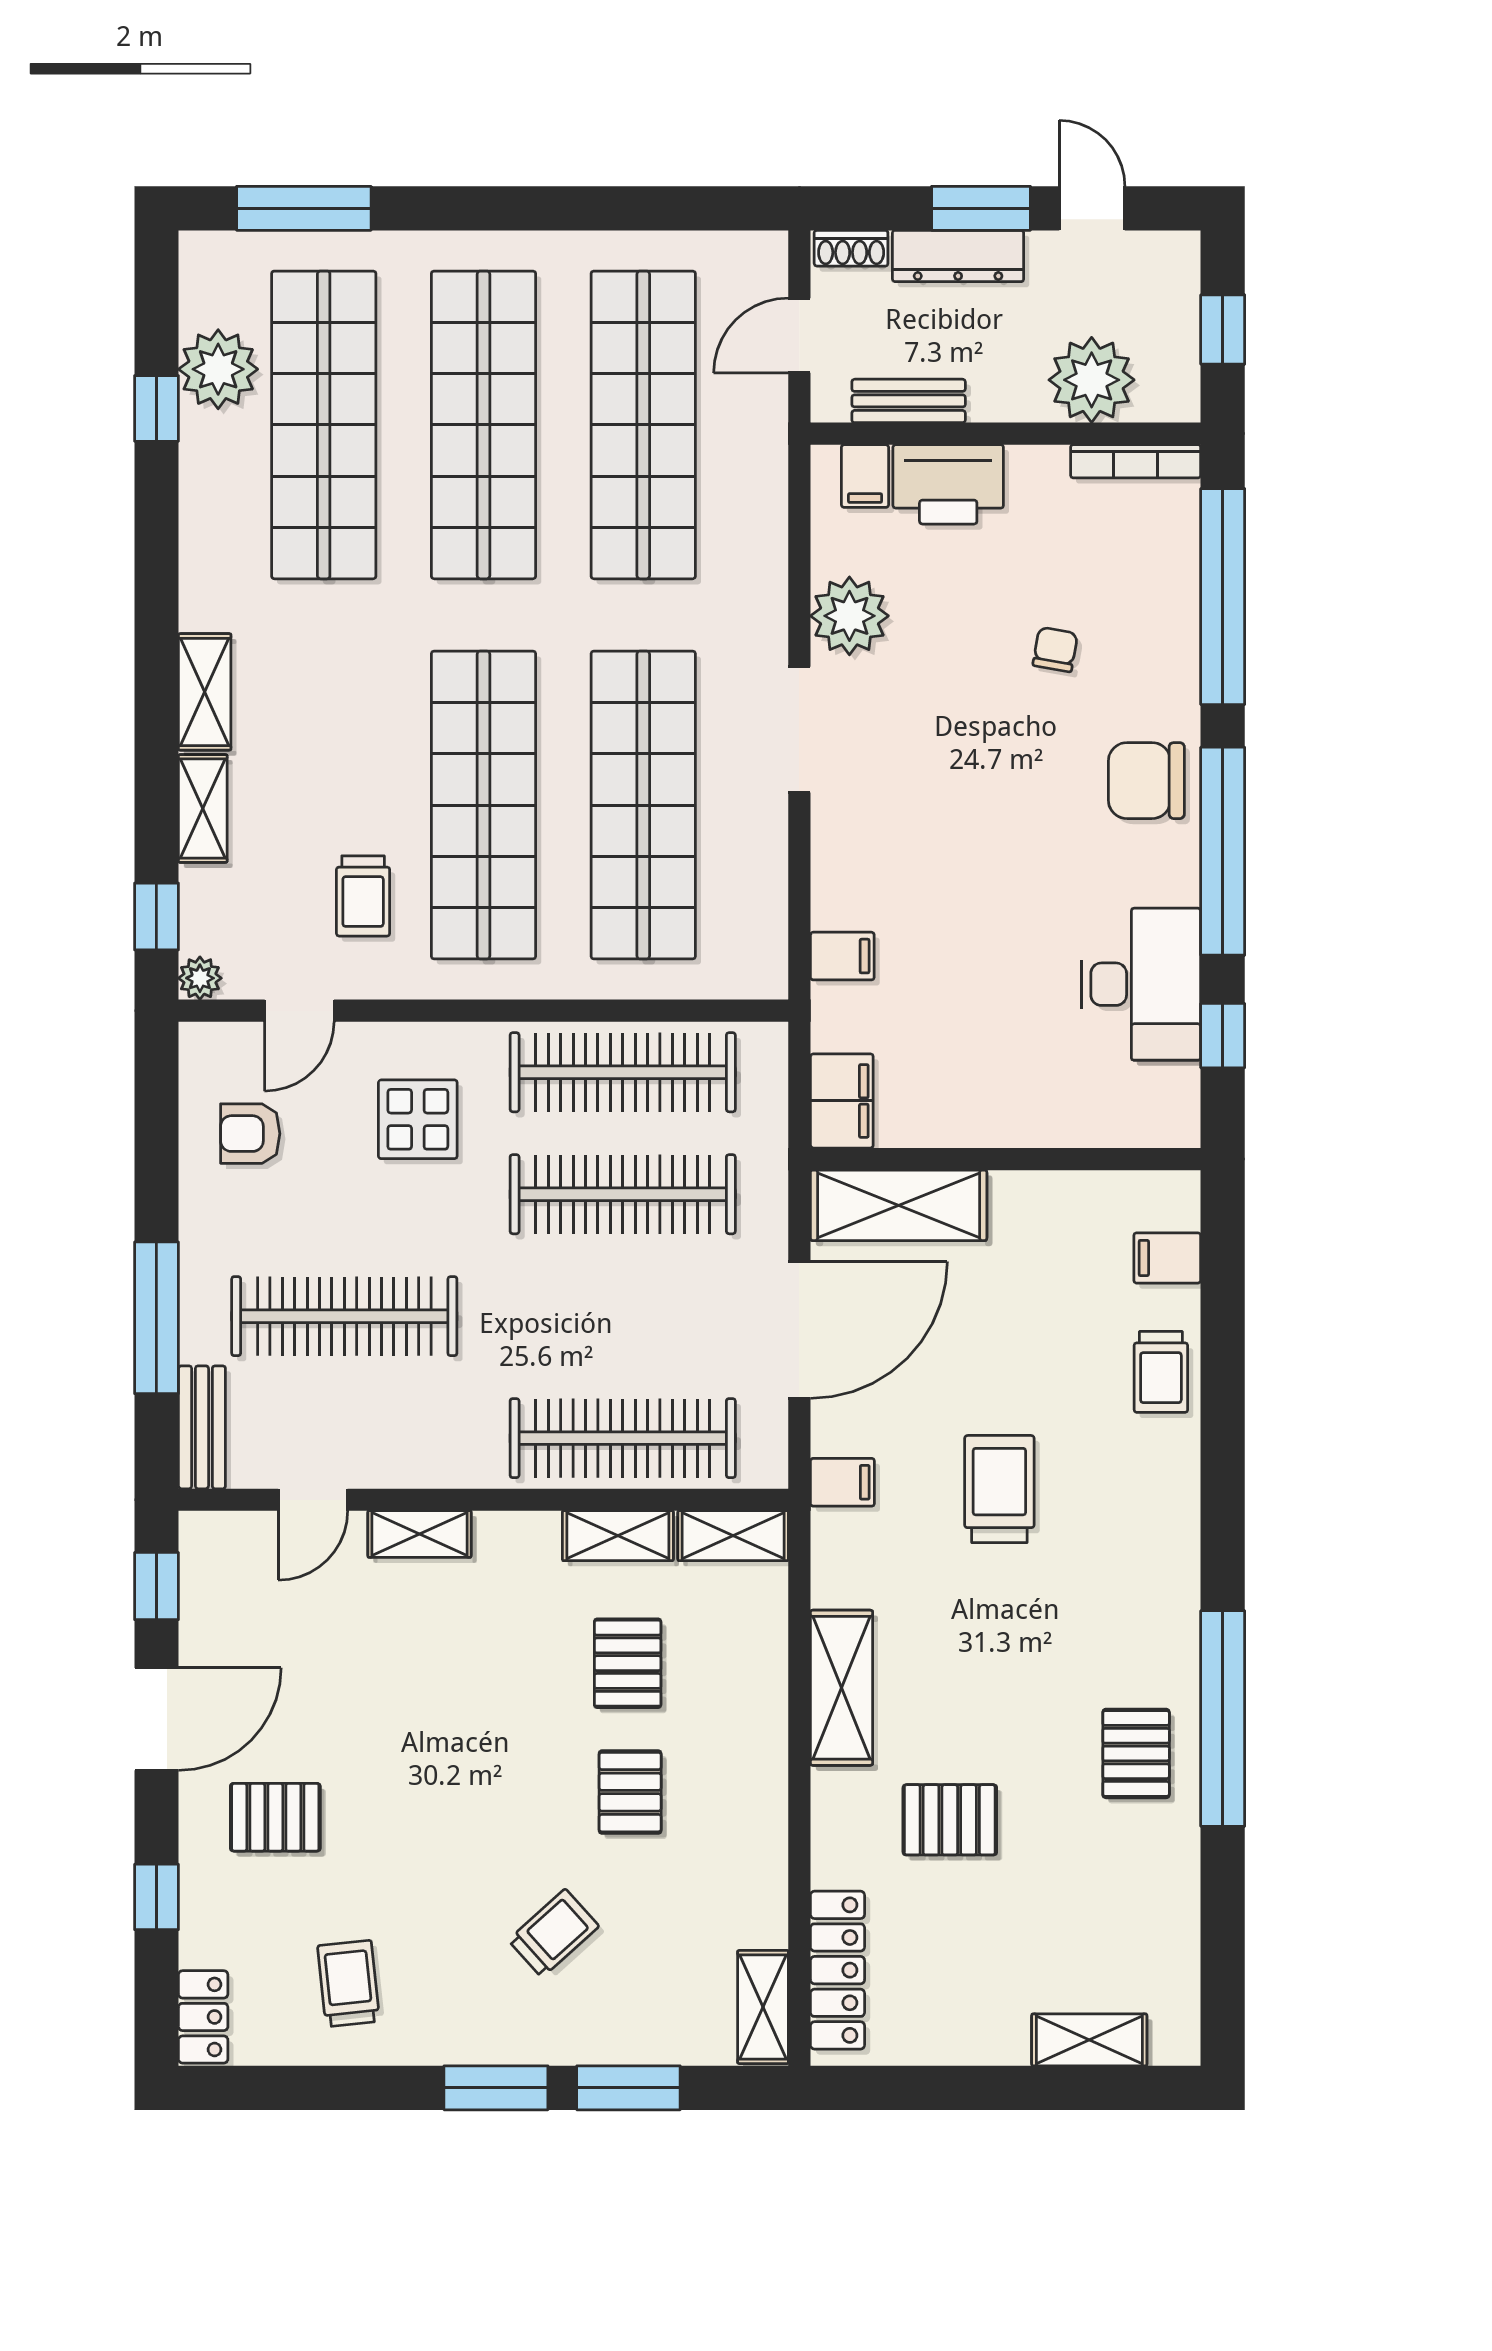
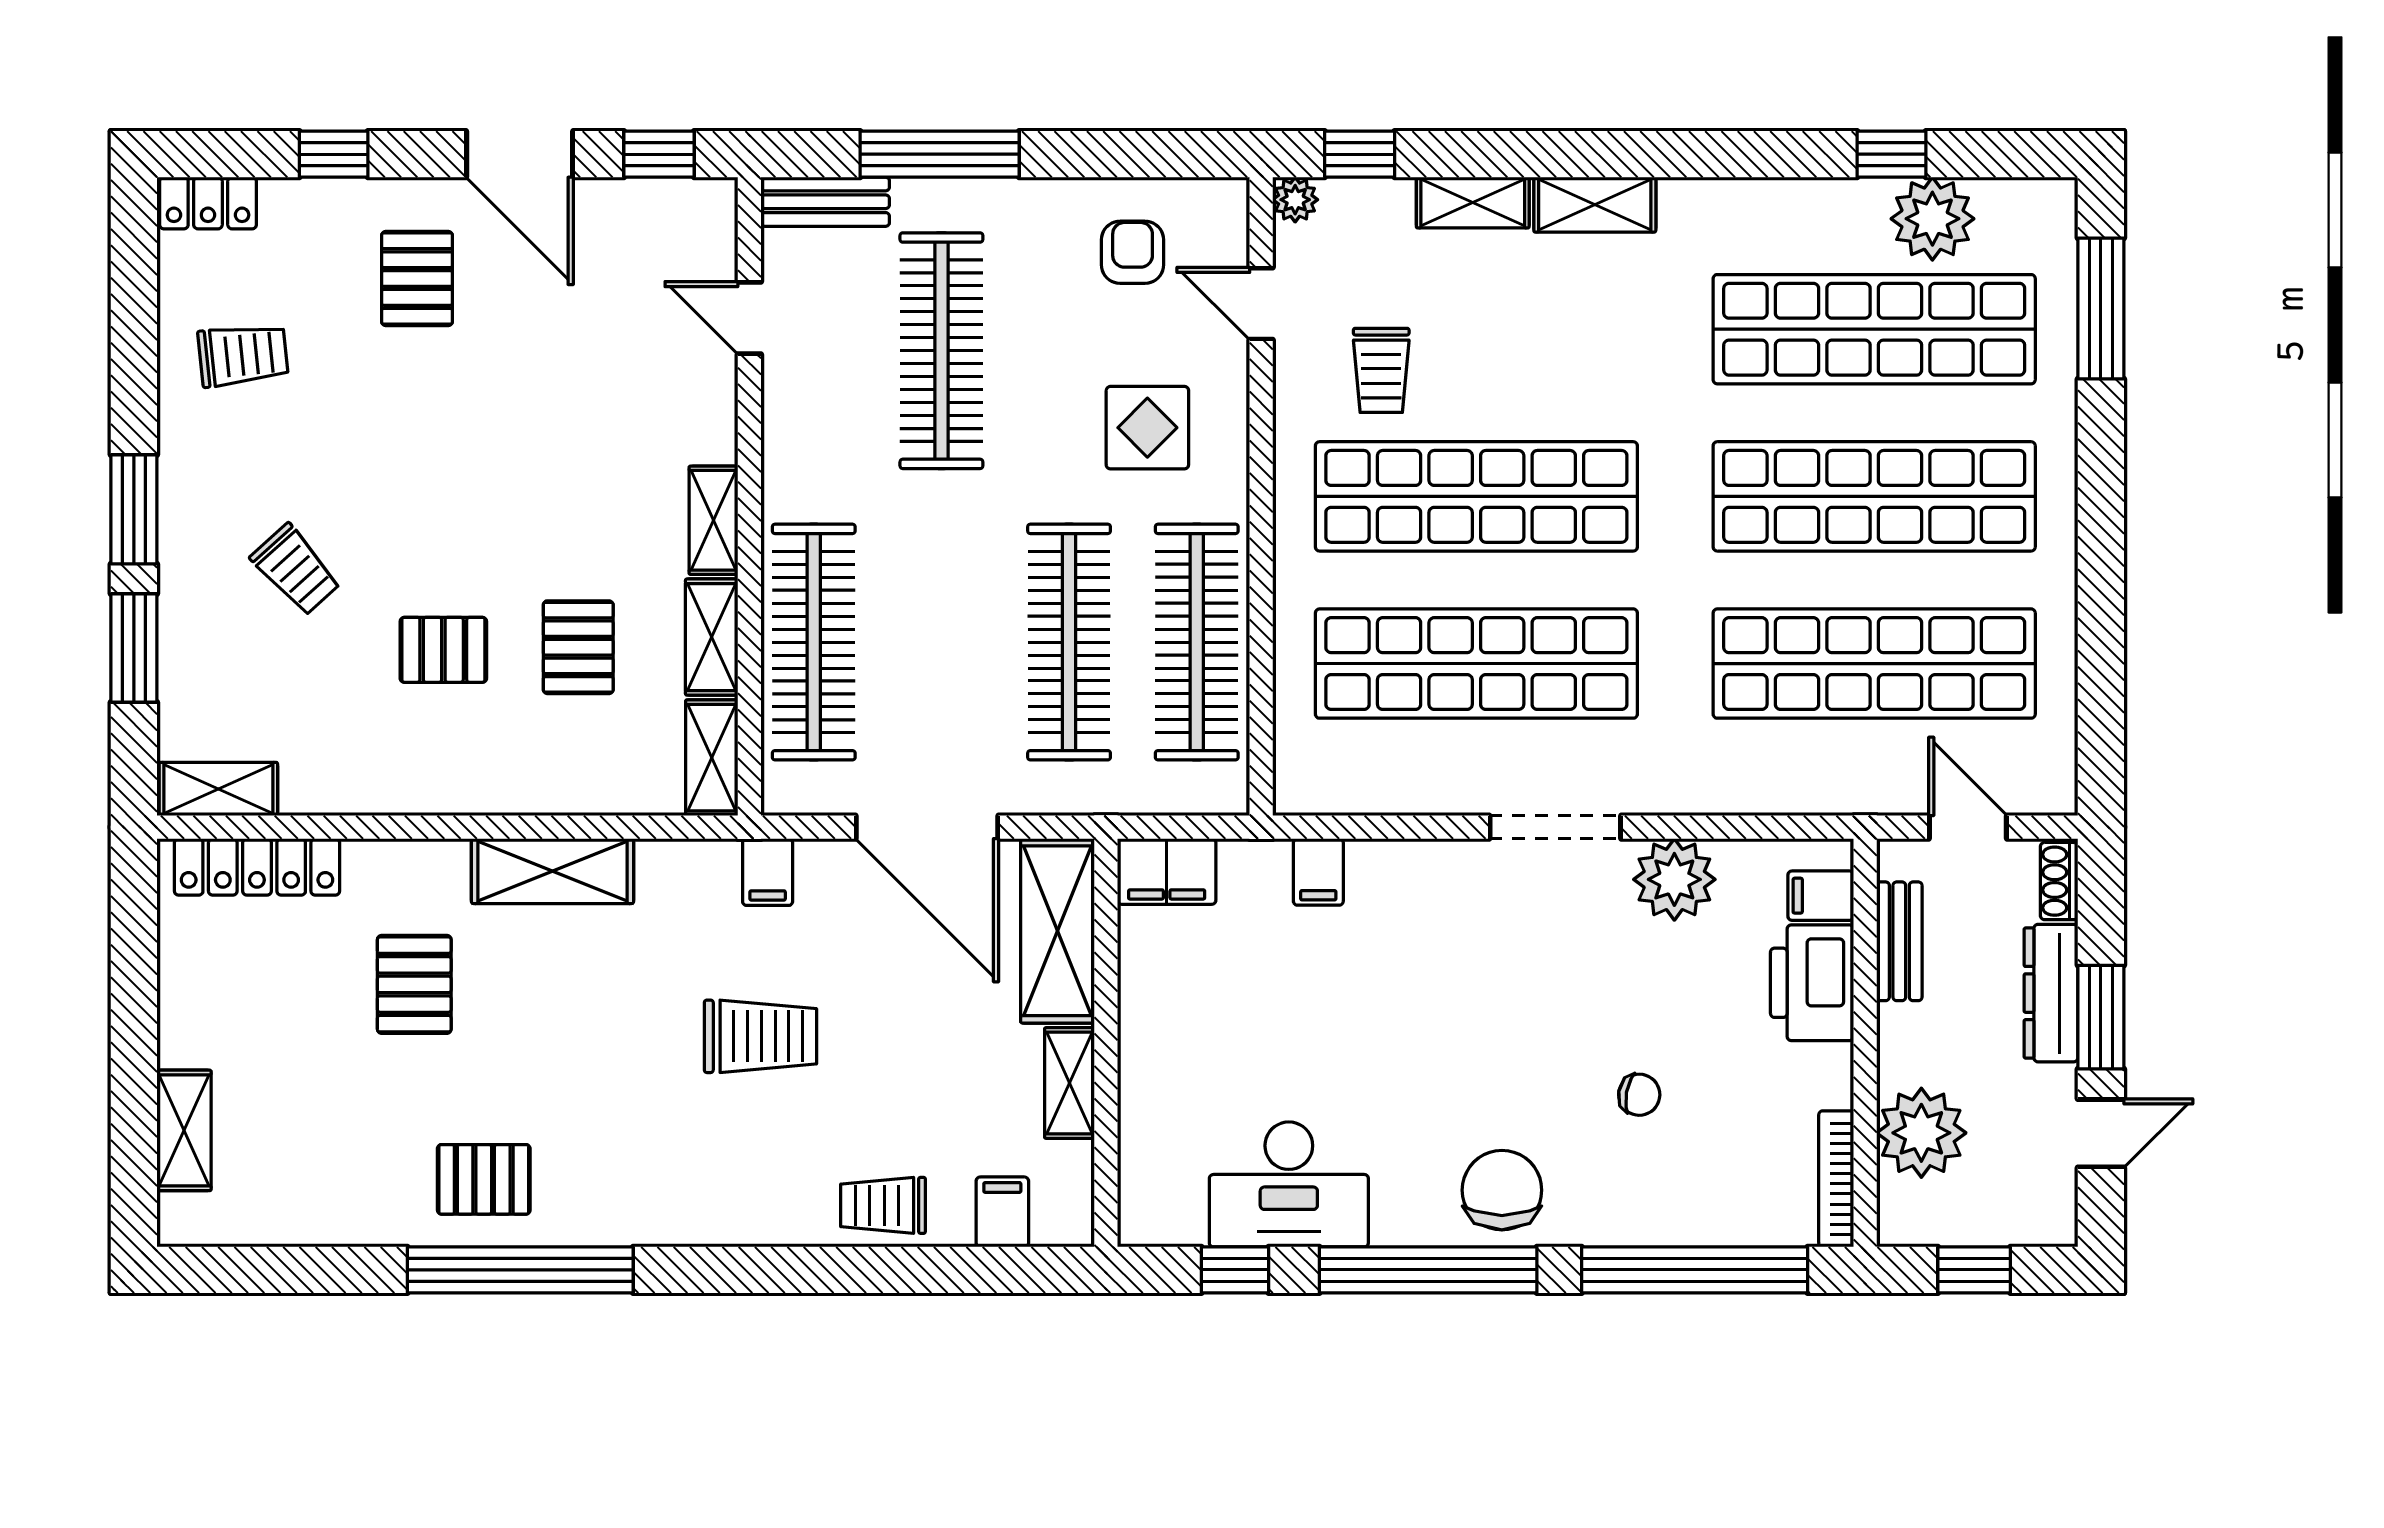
trolley: (363, 896) -> (1381, 370), turned -90
shelving: (1044, 1194) -> (1069, 1083), added
shelving: (420, 1534) -> (713, 520), moved
pallet: (628, 1663) -> (578, 647), turned 90

